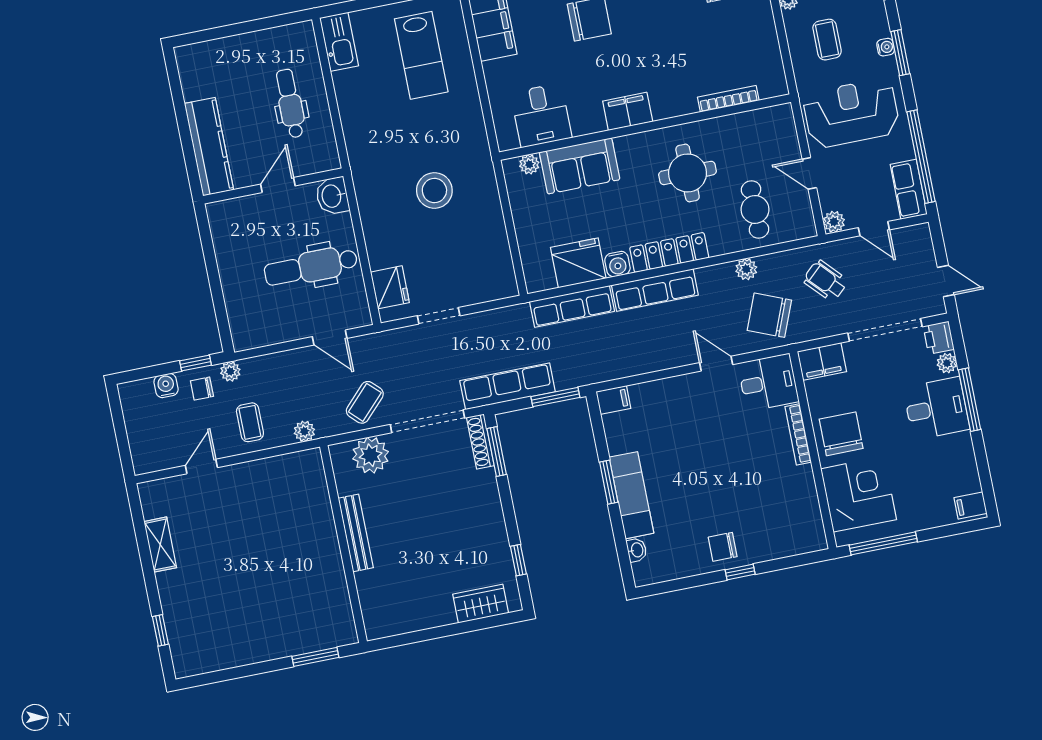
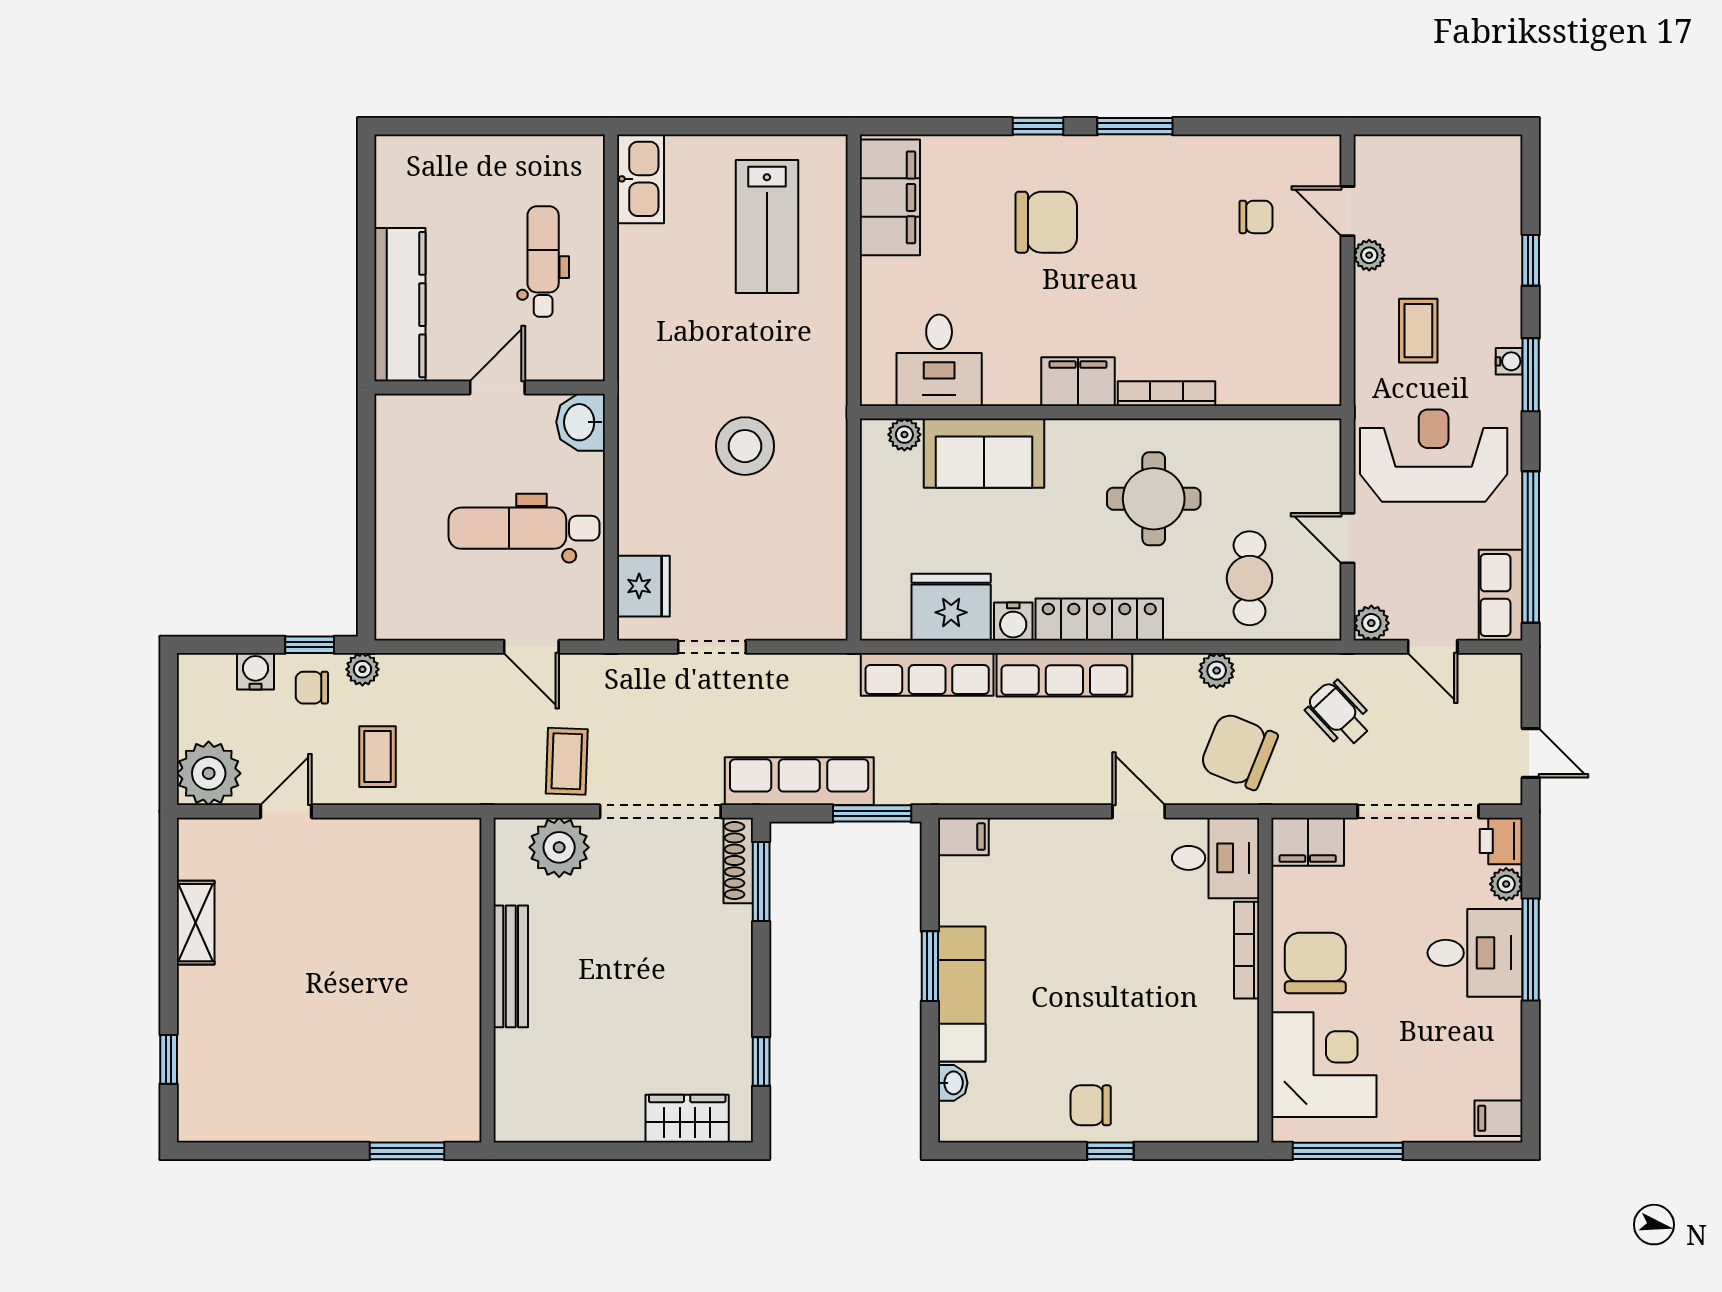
bookcase: (728, 99) -> (1167, 394), moved
coffee table: (365, 402) -> (567, 761), turned -42
plant: (304, 431) -> (209, 773), moved, width x1.87, depth x1.87

